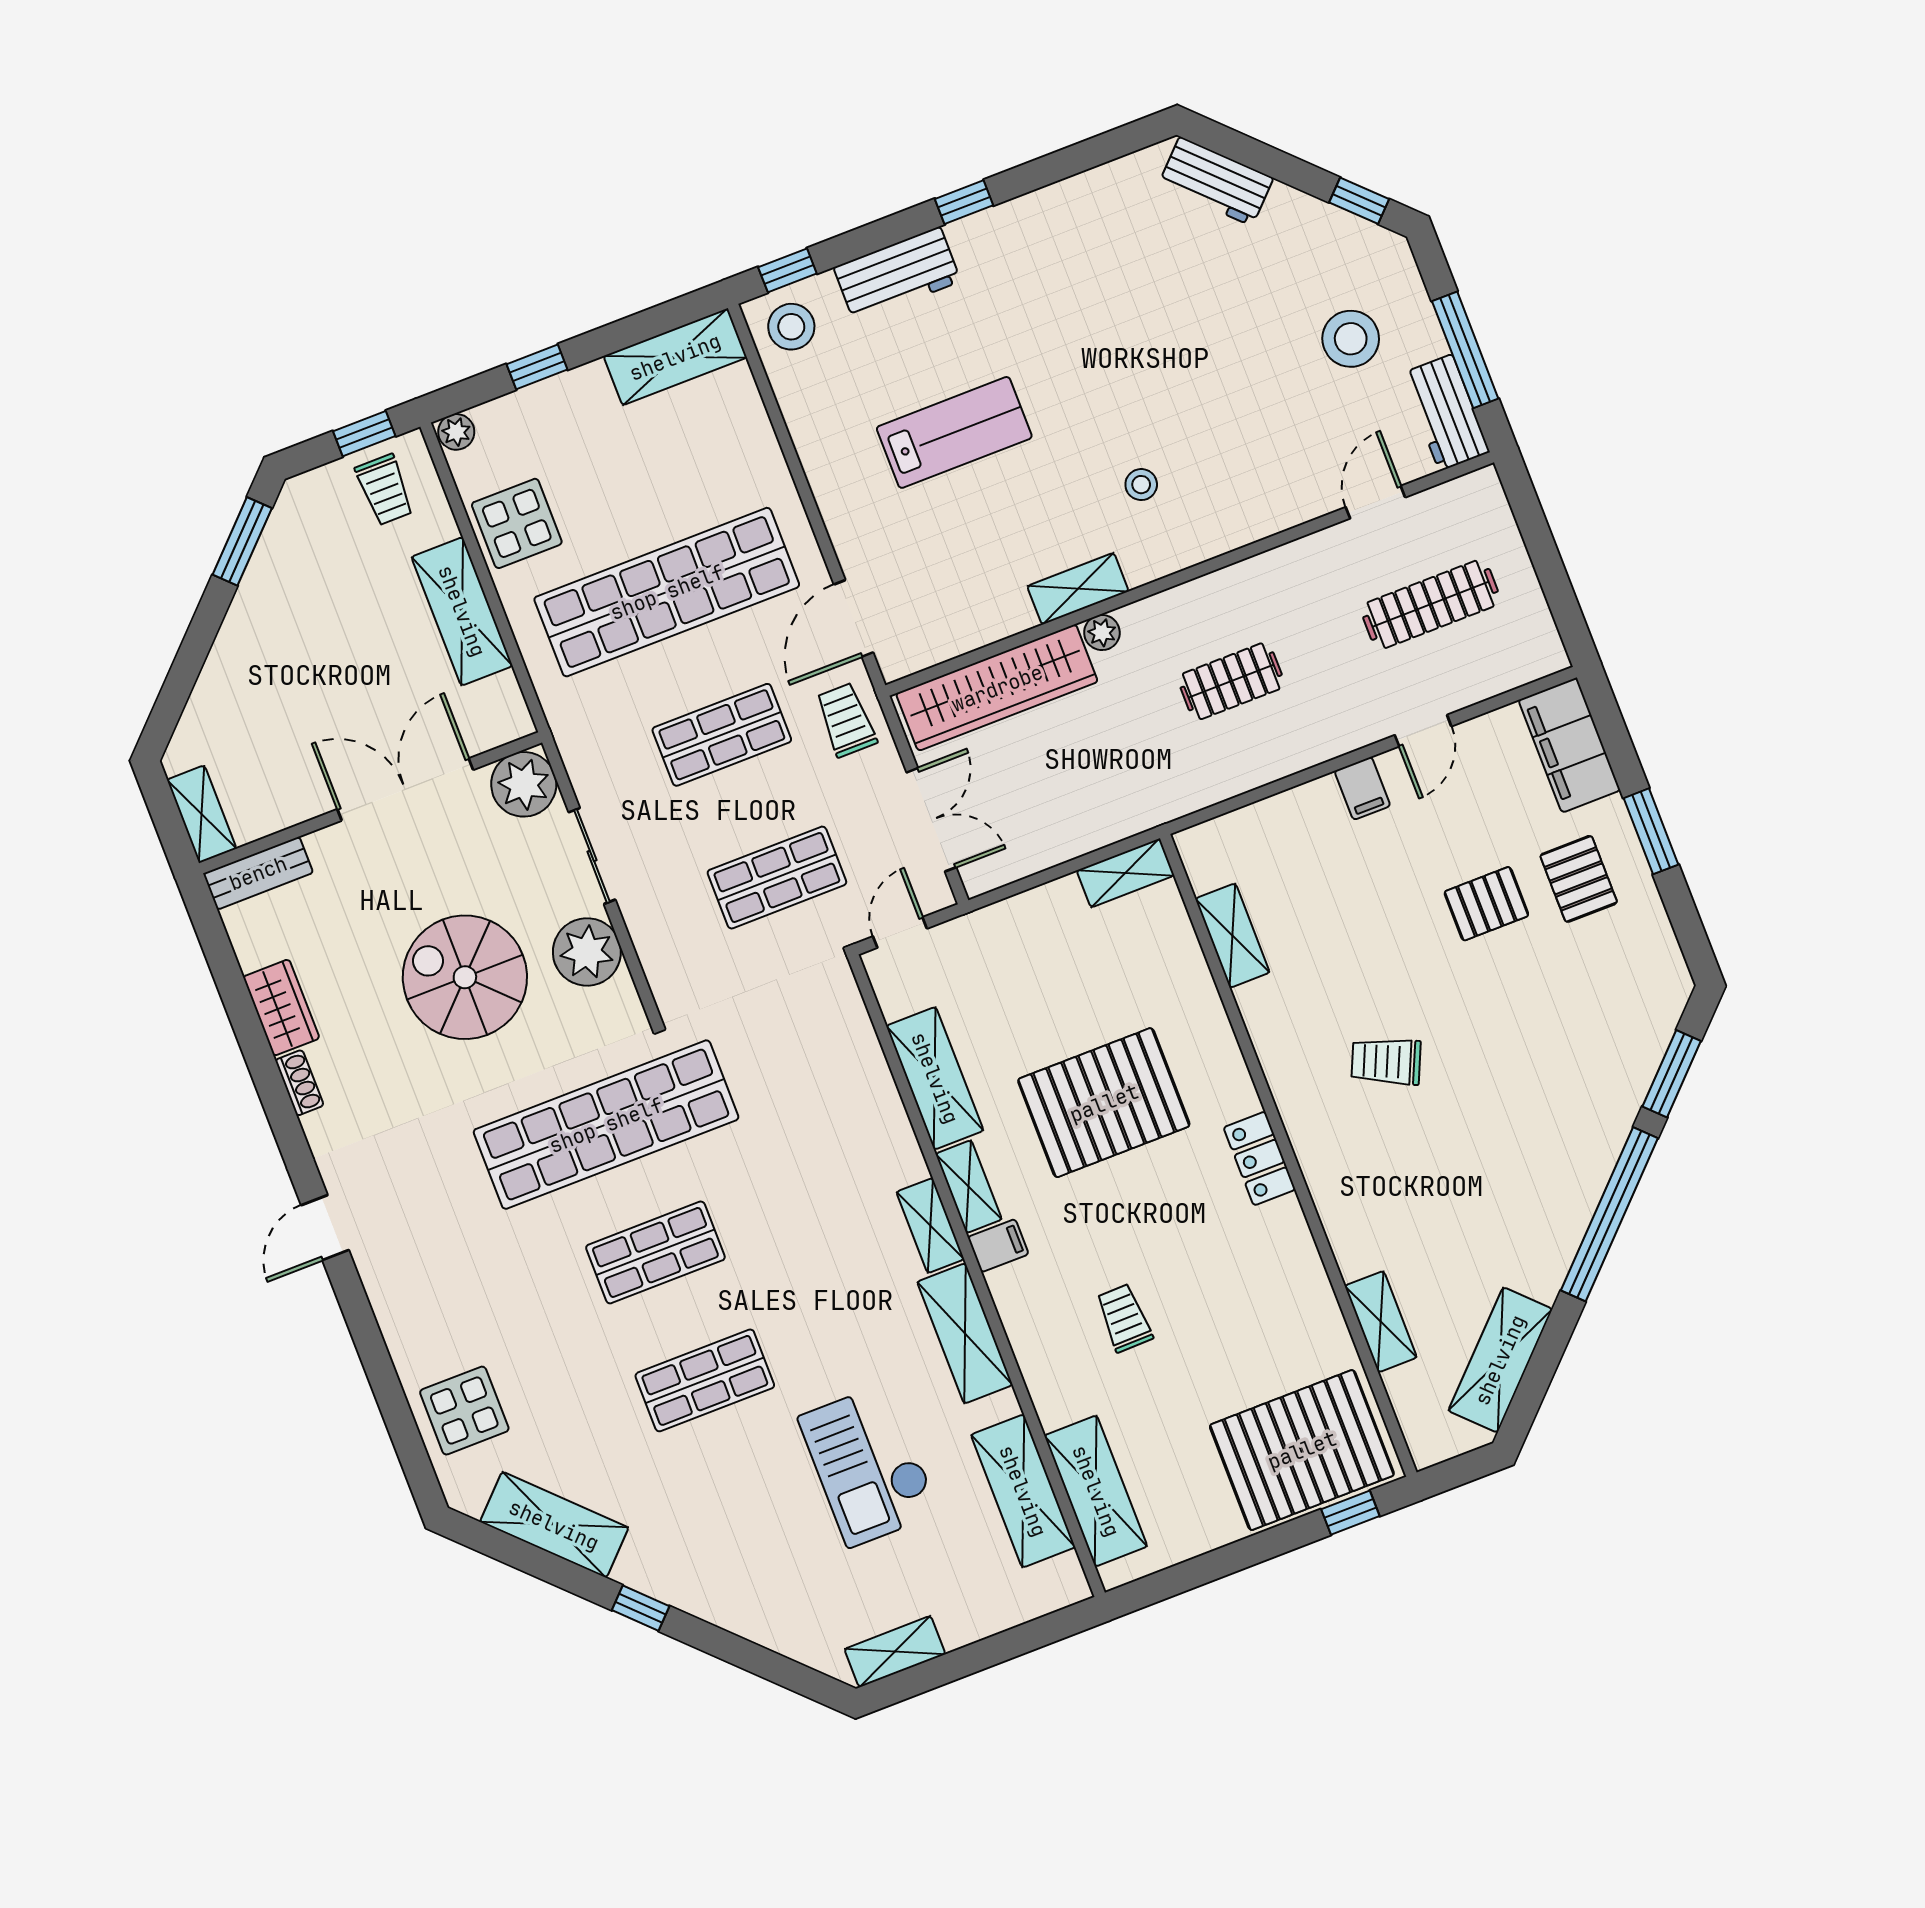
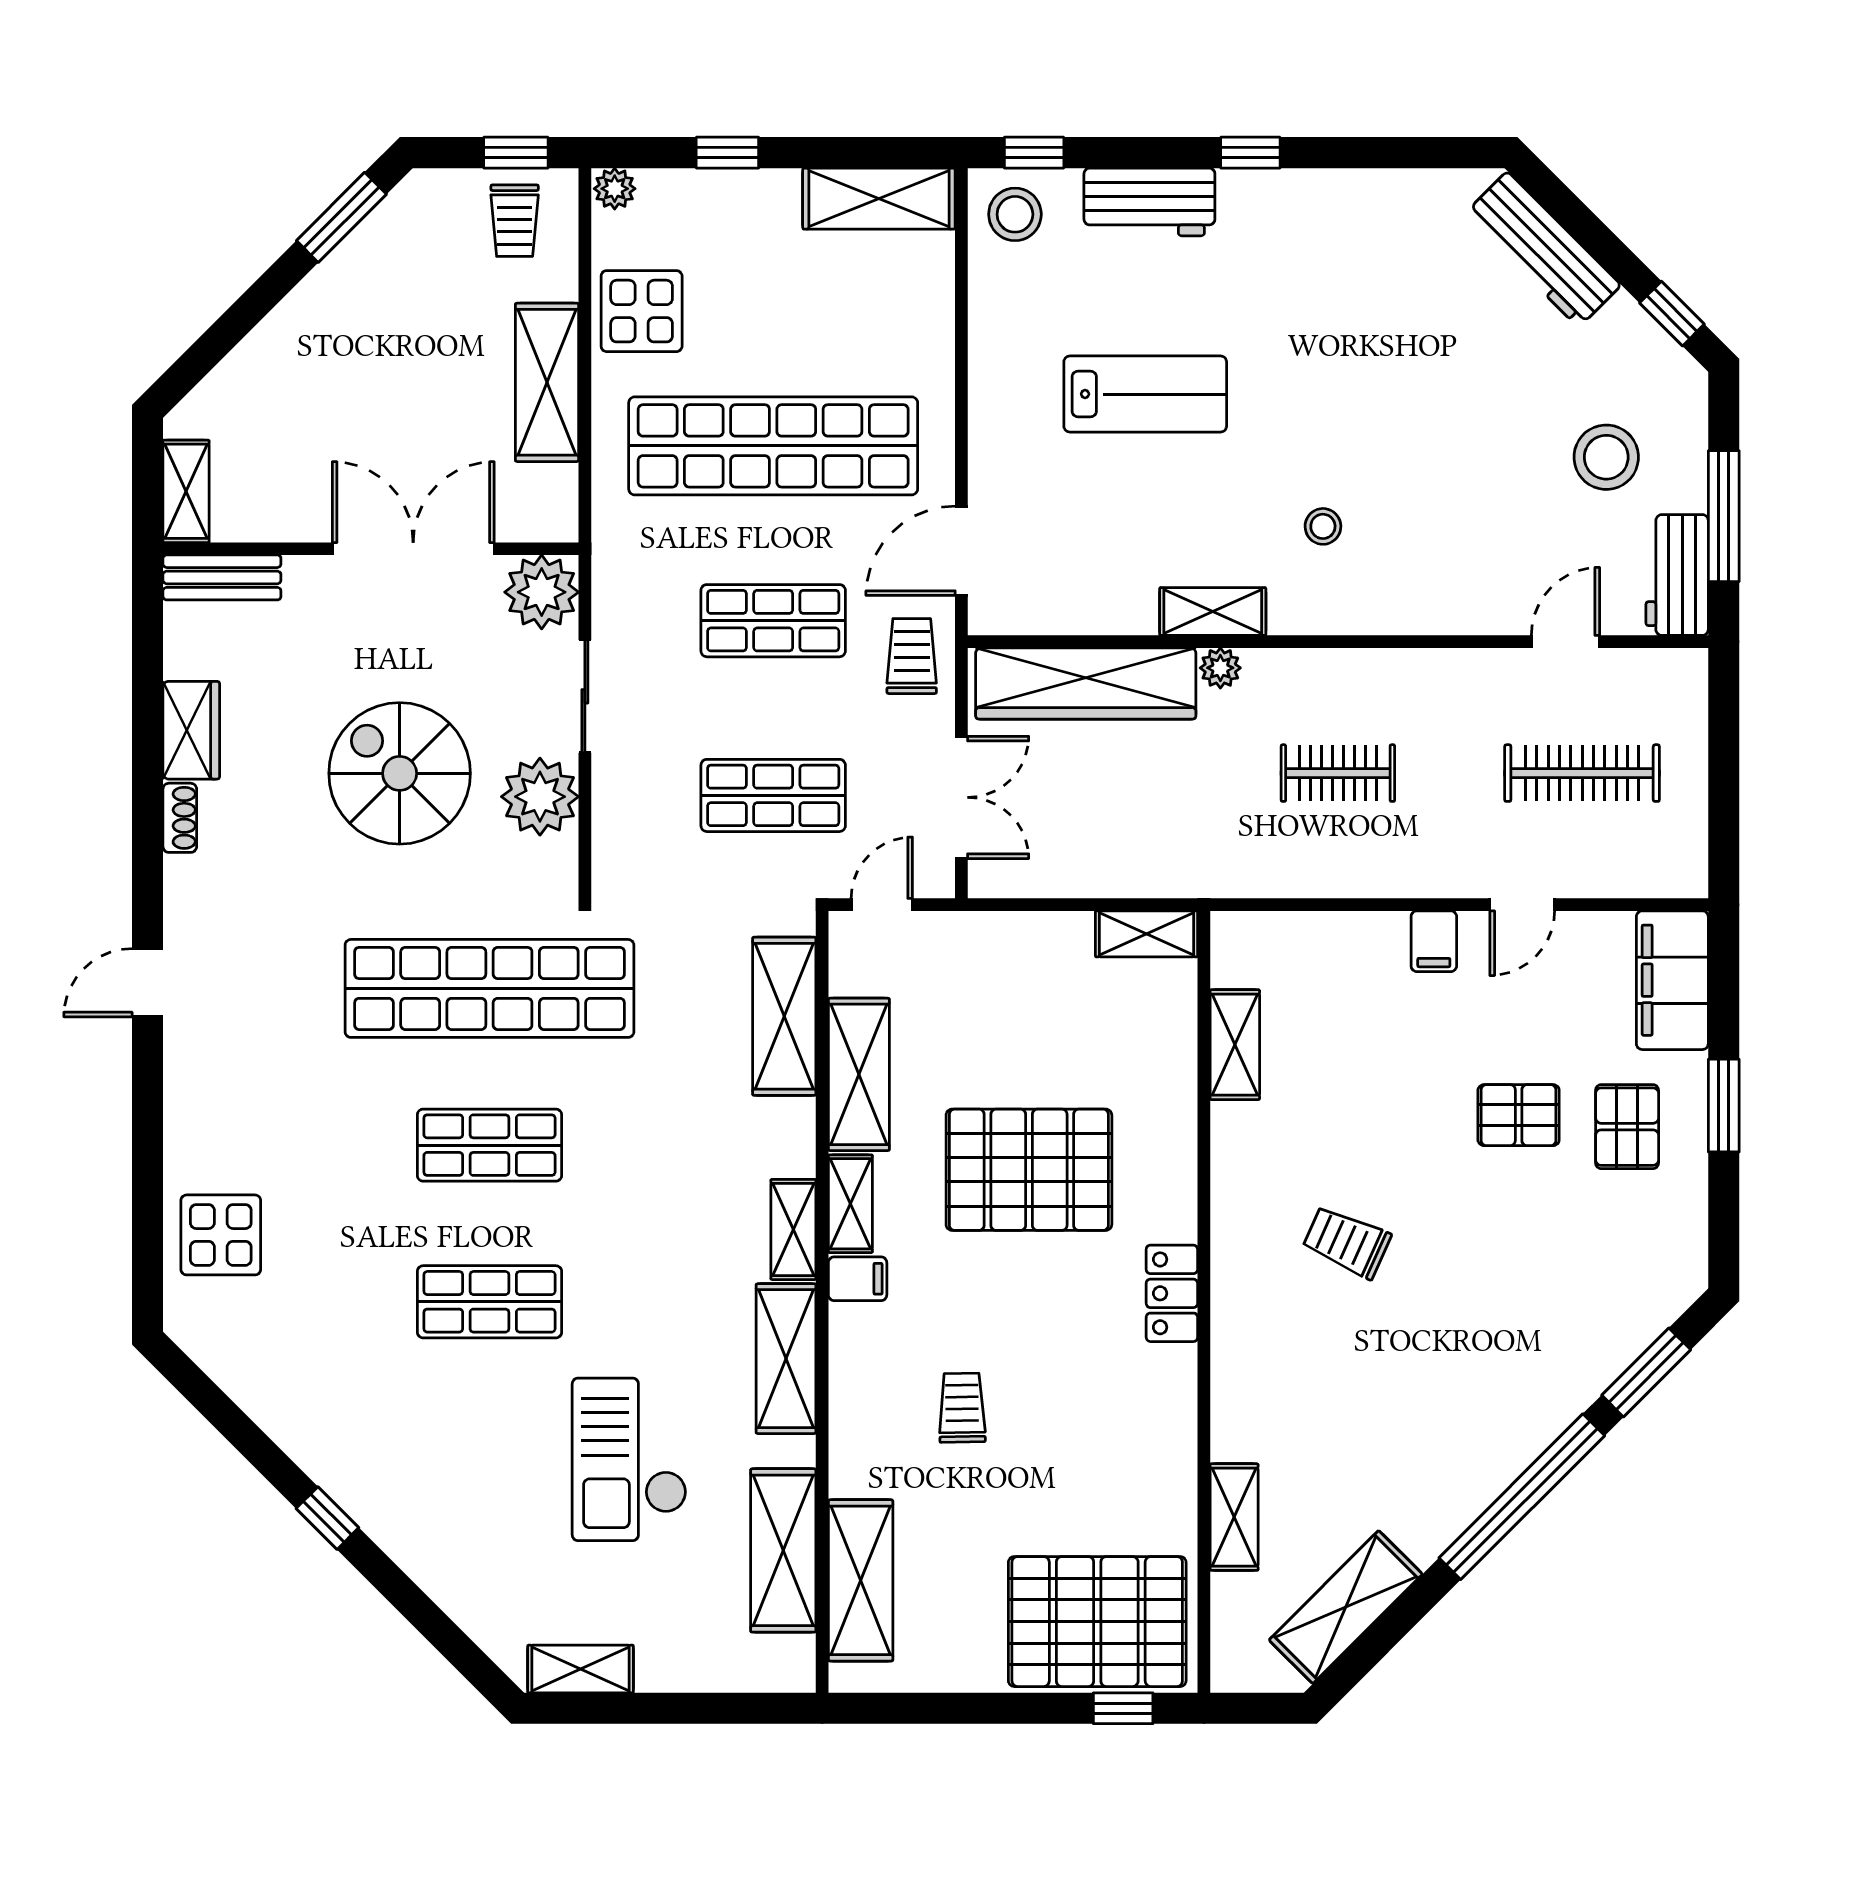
workbench: (1216, 181) -> (1543, 249), width x1.38
shelving: (554, 1525) -> (784, 1016), moved, turned 45

